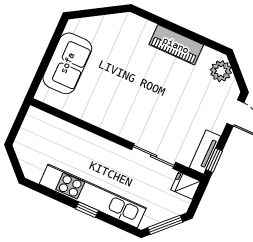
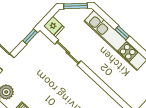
tv unit: (205, 152) -> (34, 44), removed

